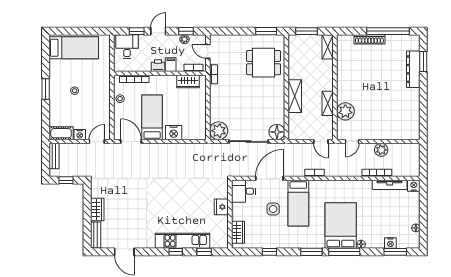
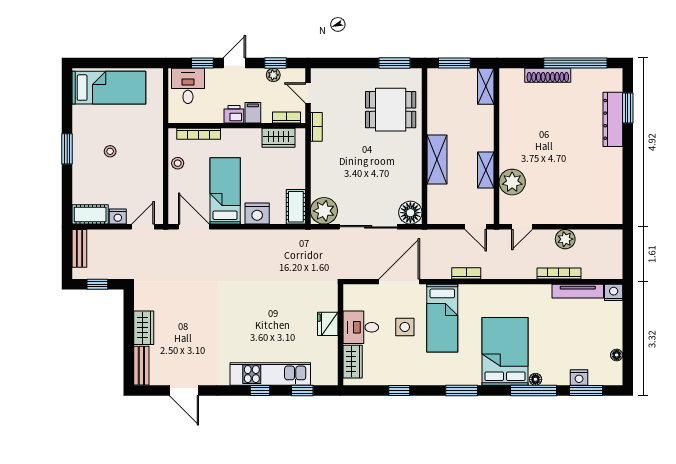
cot: (200, 128) -> (296, 207), added
desk: (243, 191) -> (361, 327), moved
window: (344, 252) -> (533, 391), moved

